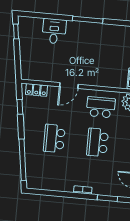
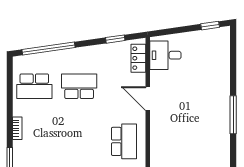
desk: (54, 31) -> (165, 55), moved, turned 180
school desk: (98, 142) -> (34, 86), moved, turned 180

